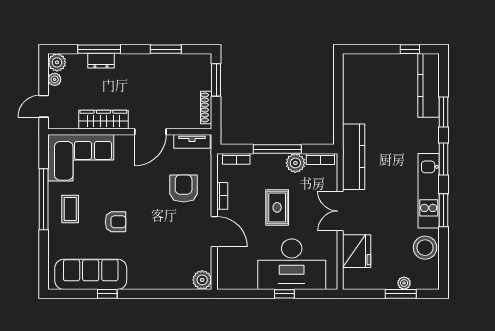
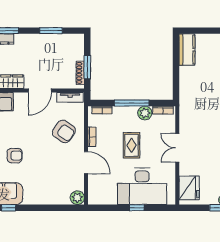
window: (216, 80) -> (87, 67), moved
kitchen counter: (354, 157) -> (187, 50), moved, width x0.67
armchair: (184, 188) -> (64, 131), turned 125
fridge: (357, 251) -> (189, 188), moved

